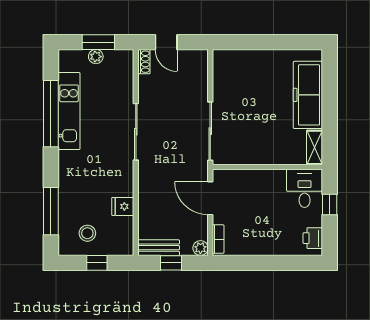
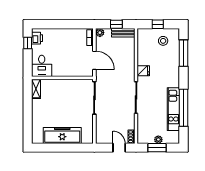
freezer: (308, 95) -> (62, 136), moved, turned -90
window: (330, 204) -> (28, 43), moved
fridge: (123, 206) -> (143, 71), moved

